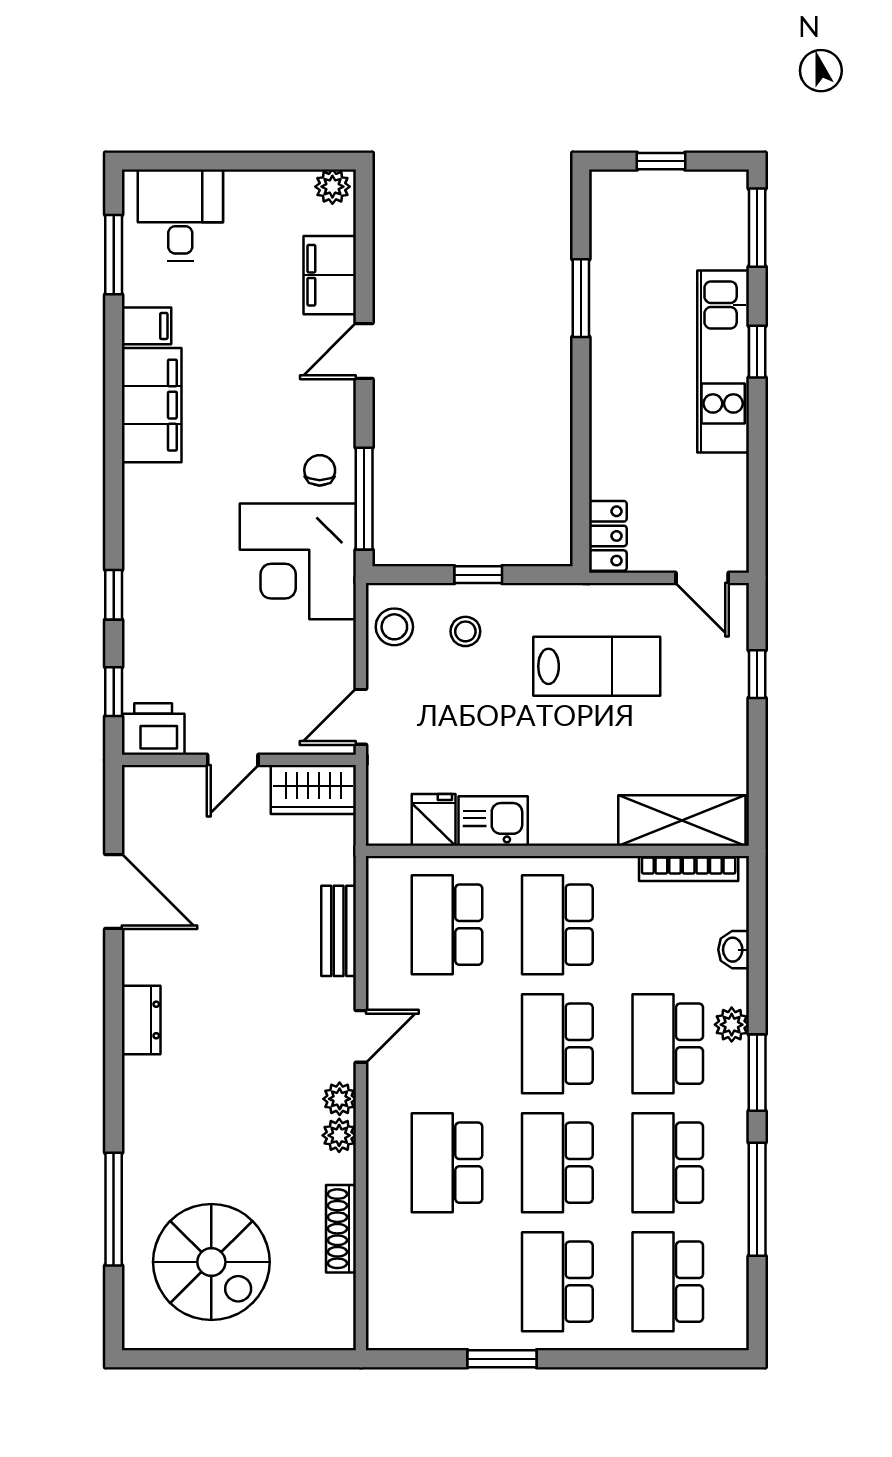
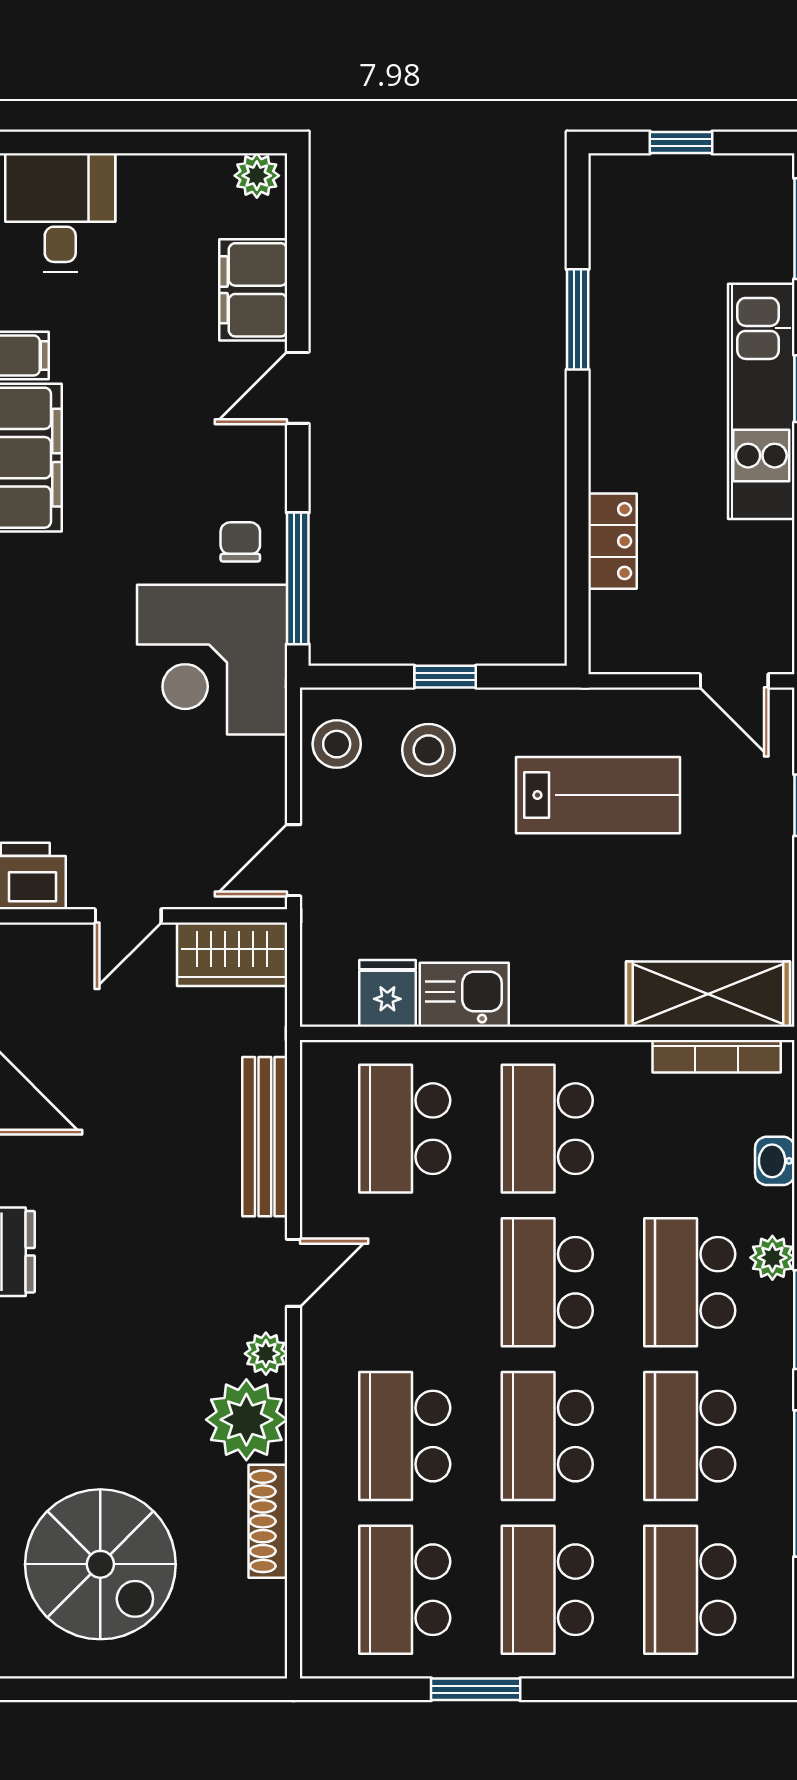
locker: (608, 536) -> (612, 541), moved
stool: (465, 631) -> (428, 750), width x1.37, depth x1.37
bench: (339, 931) -> (265, 1137), width x1.36
plant: (339, 1135) -> (246, 1420), width x1.87, depth x1.87
school desk: (447, 1282) -> (405, 1590), added

